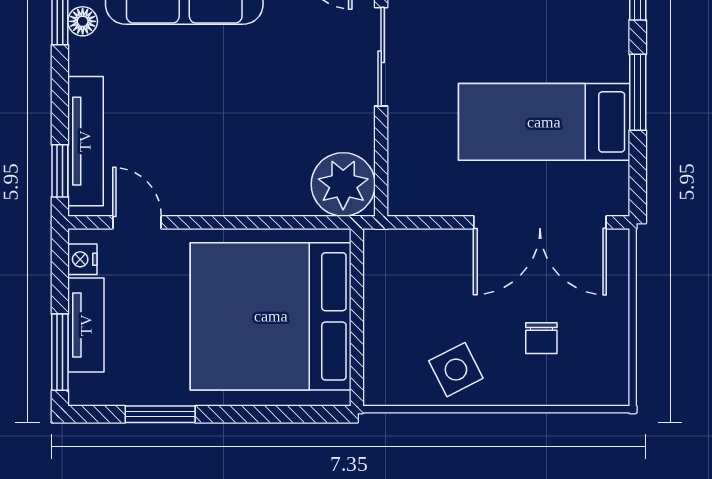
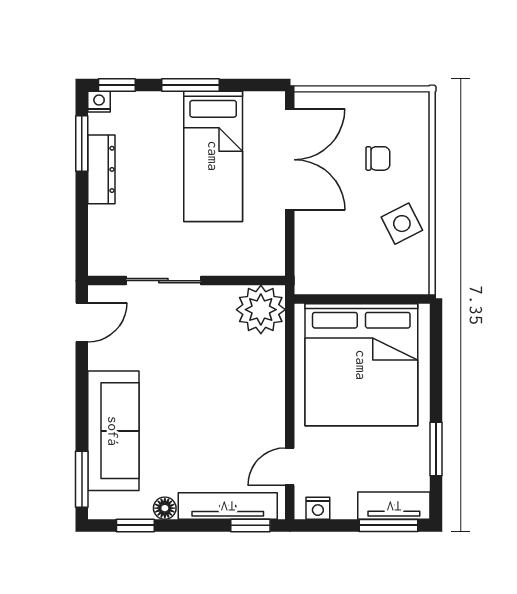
floor lamp: (83, 21) -> (165, 508), moved
tv unit: (86, 325) -> (394, 506), moved

